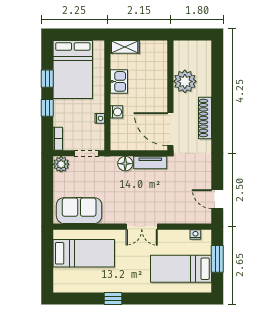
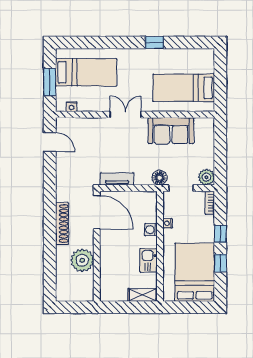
floor lamp: (125, 164) -> (160, 178), moved
sofa: (79, 211) -> (171, 131), moved

